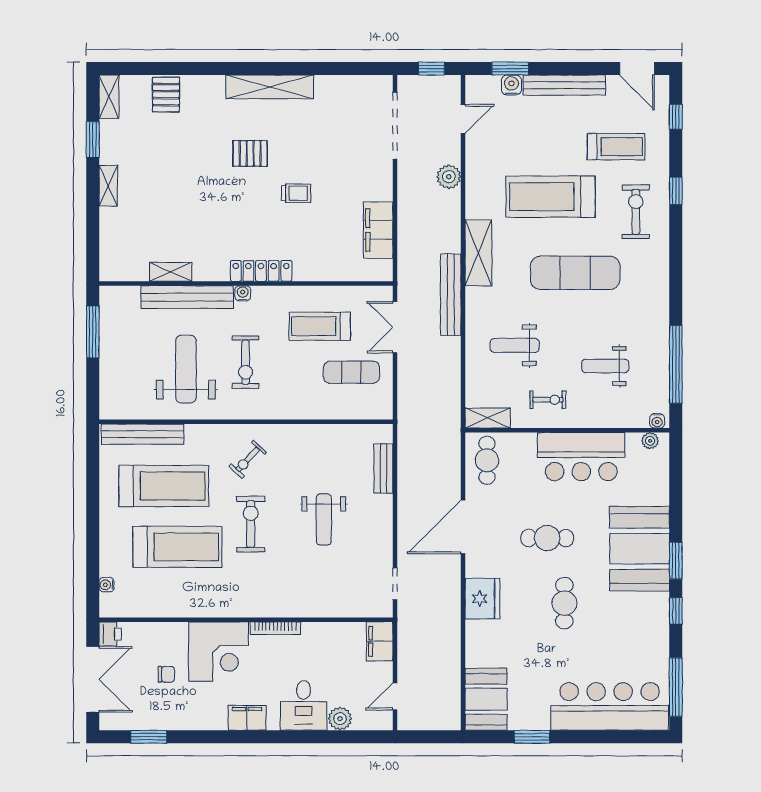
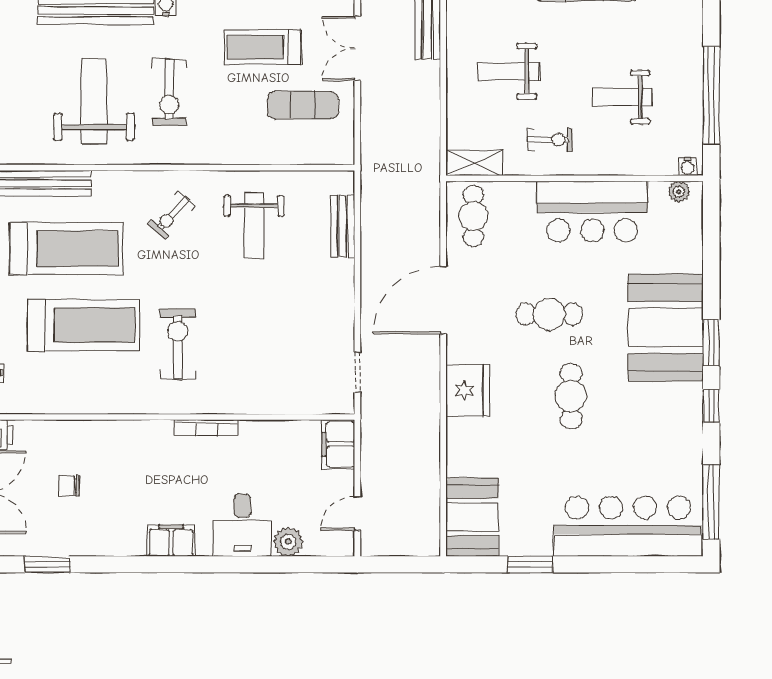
weight bench: (324, 519) -> (254, 225), moved
exercise bike: (251, 524) -> (178, 344), moved
corner desk: (219, 652) -> (135, 457), removed
chair: (166, 674) -> (69, 486), turned 180

